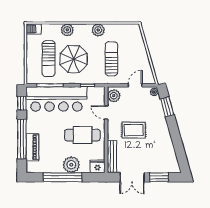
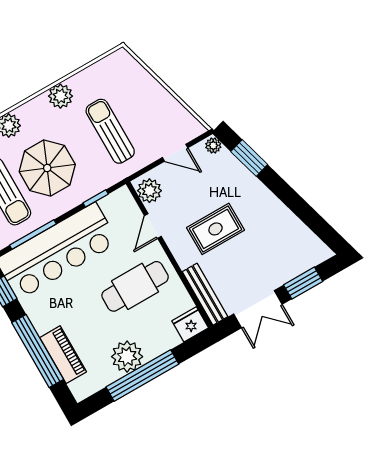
door: (135, 85) -> (175, 153), swing flipped
door: (106, 113) -> (153, 226), hinge flipped
plant: (71, 165) -> (127, 357), moved

